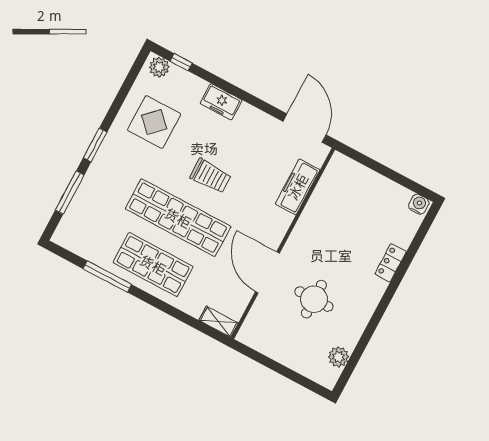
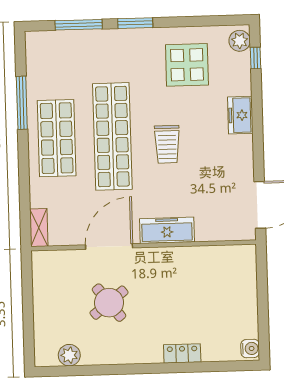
freezer: (298, 187) -> (167, 230), moved
round table: (314, 299) -> (109, 303), turned -38

